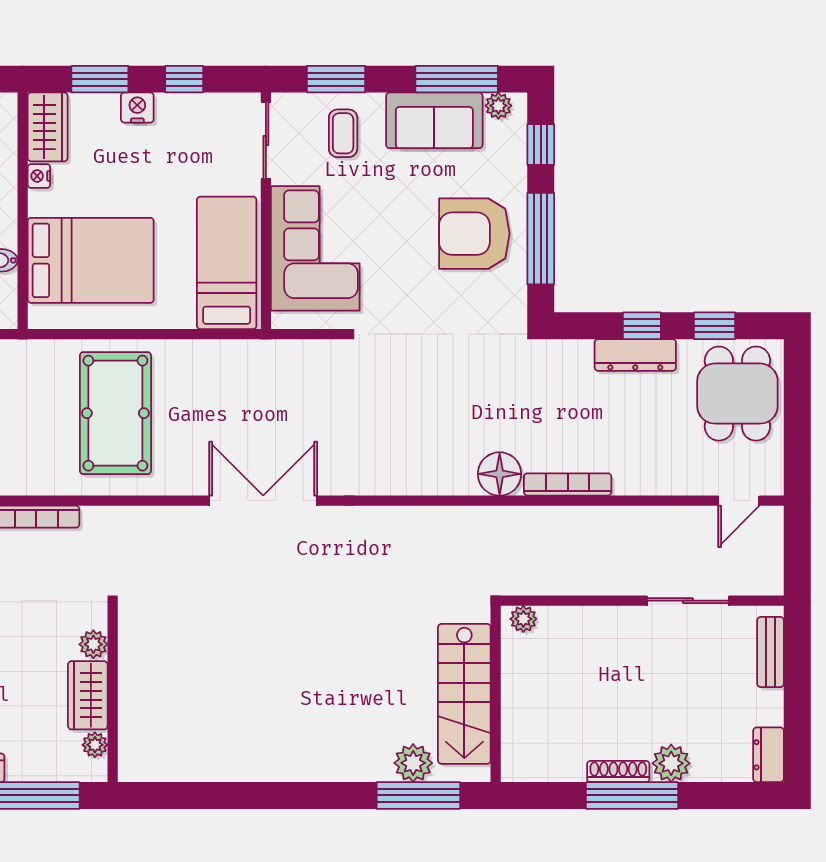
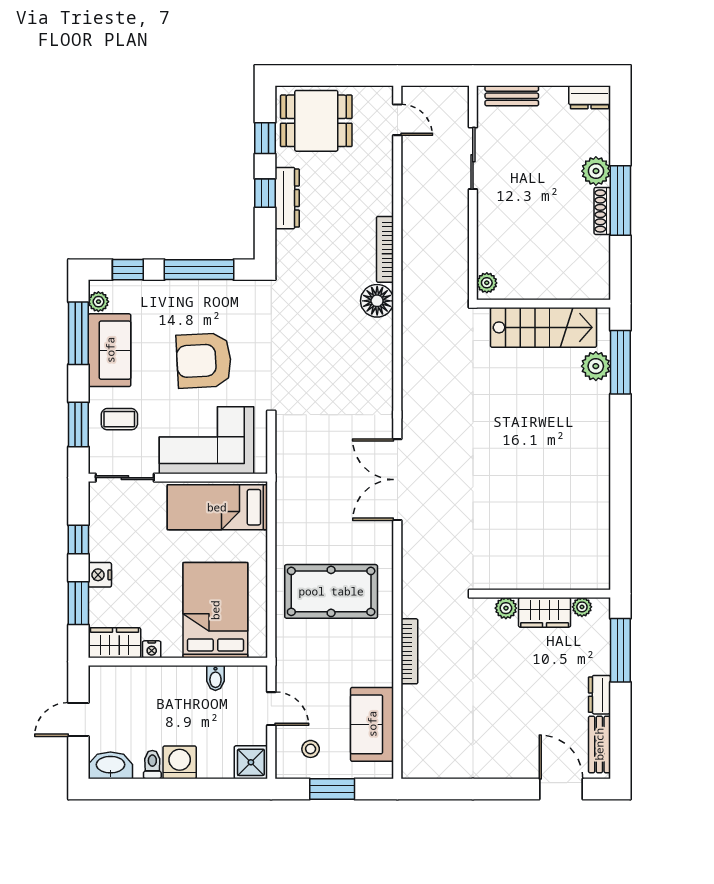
armchair: (474, 234) -> (204, 360), moved, turned 87

